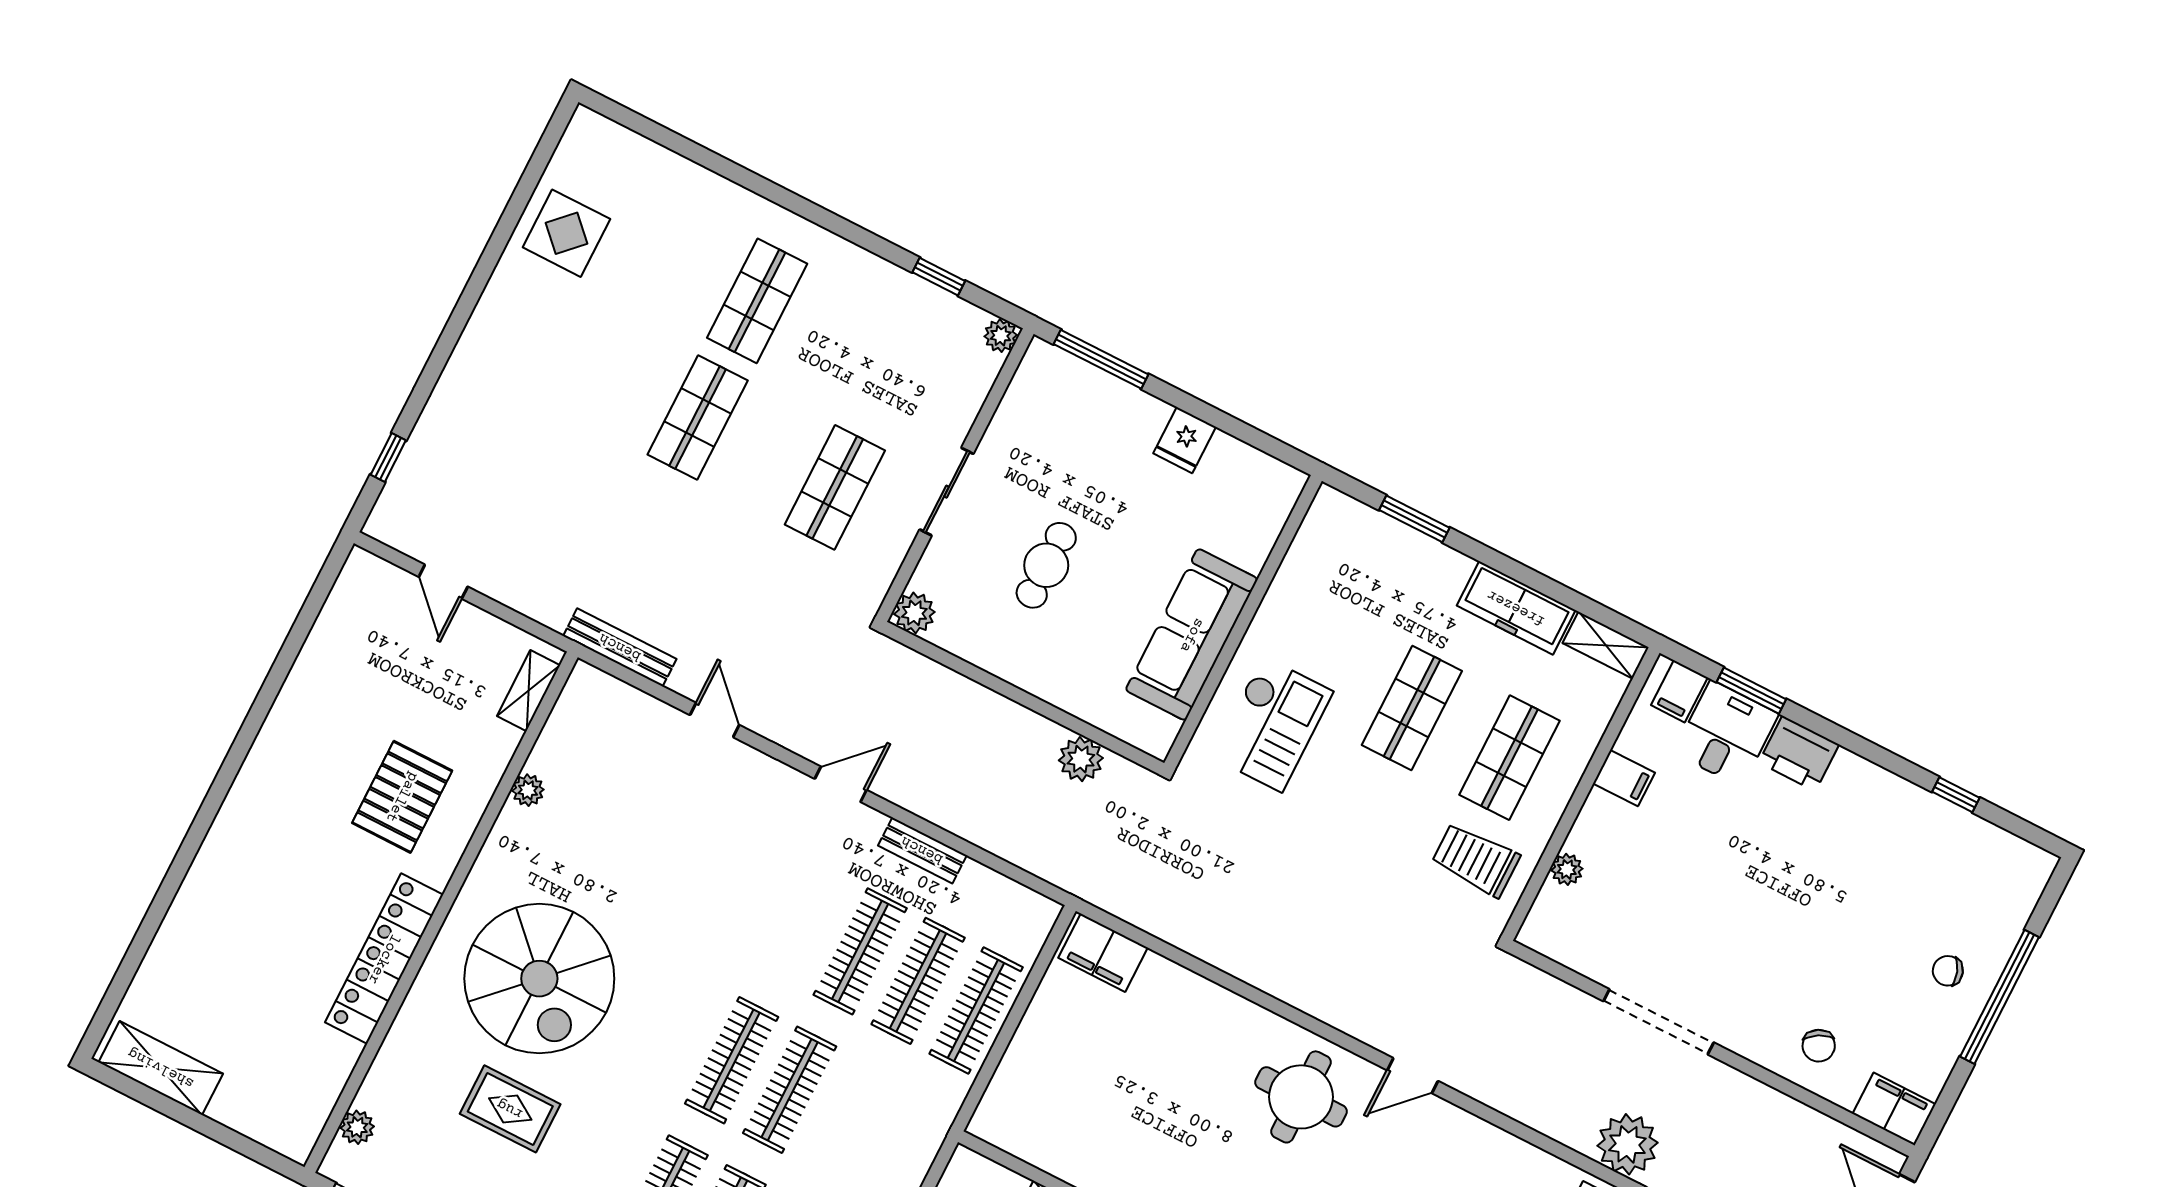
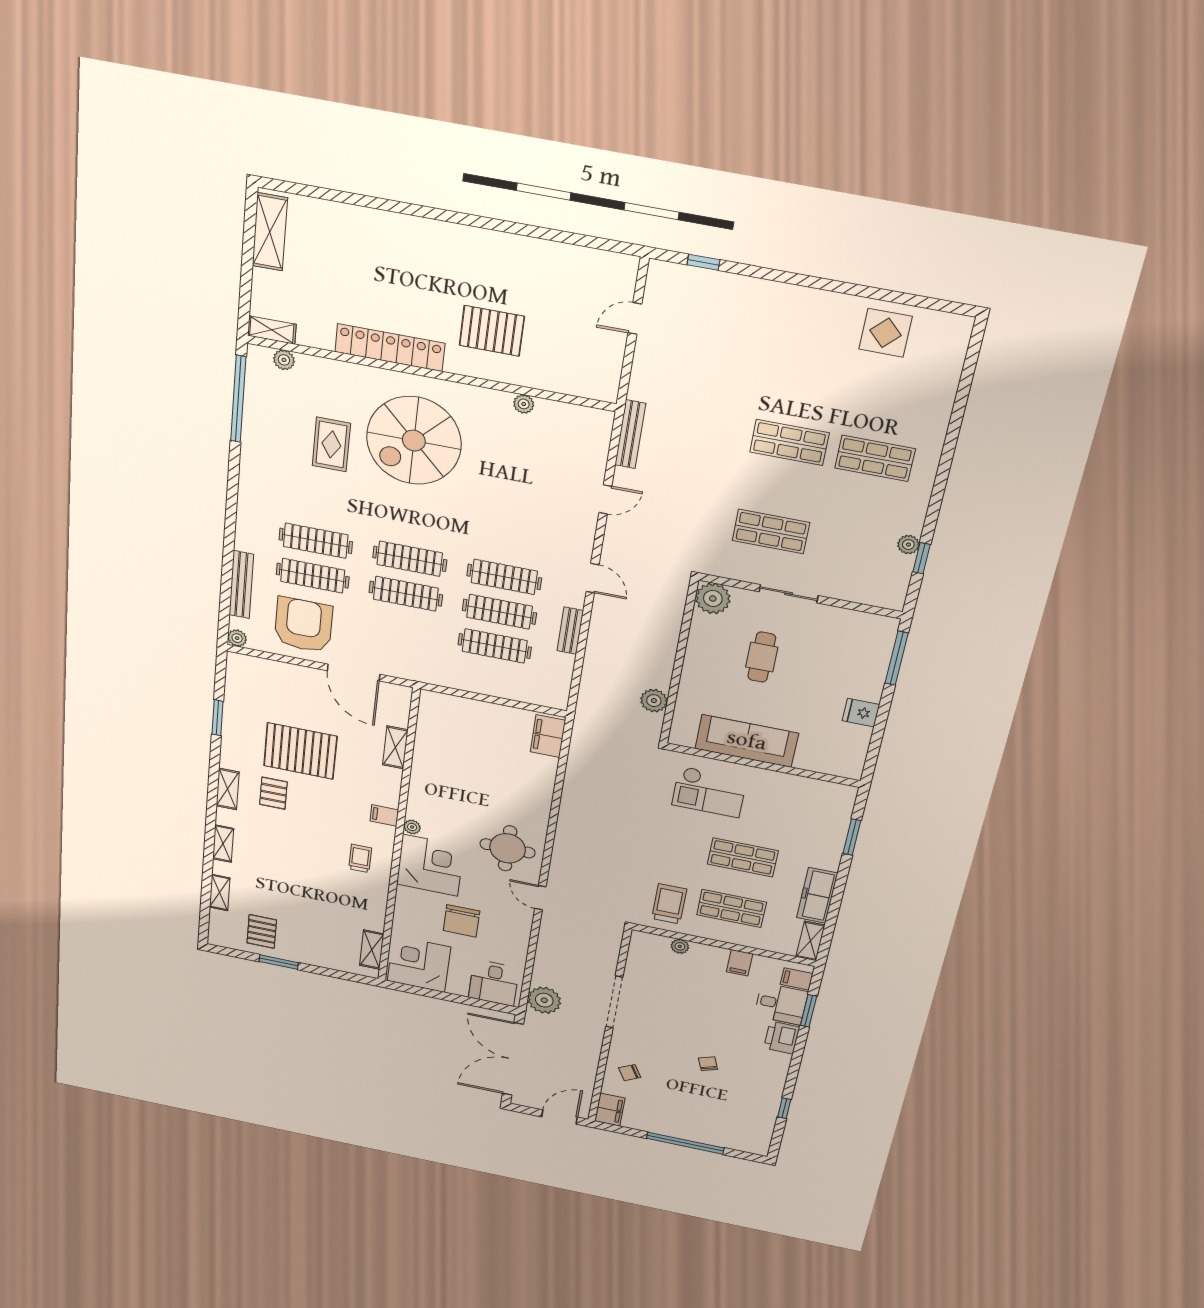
plant: (1001, 336) -> (908, 545), moved
cafe table: (1046, 565) -> (762, 657), turned 90
plant: (914, 613) -> (713, 598), width x1.36, depth x1.36
shelving: (528, 691) -> (272, 330), moved
chair: (1948, 971) -> (708, 1064), moved
clothes rail: (976, 1010) -> (504, 577), moved

